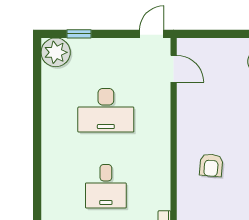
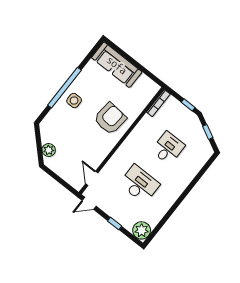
window: (79, 34) -> (115, 223), moved
armchair: (211, 165) -> (110, 119), width x1.88, depth x1.88

